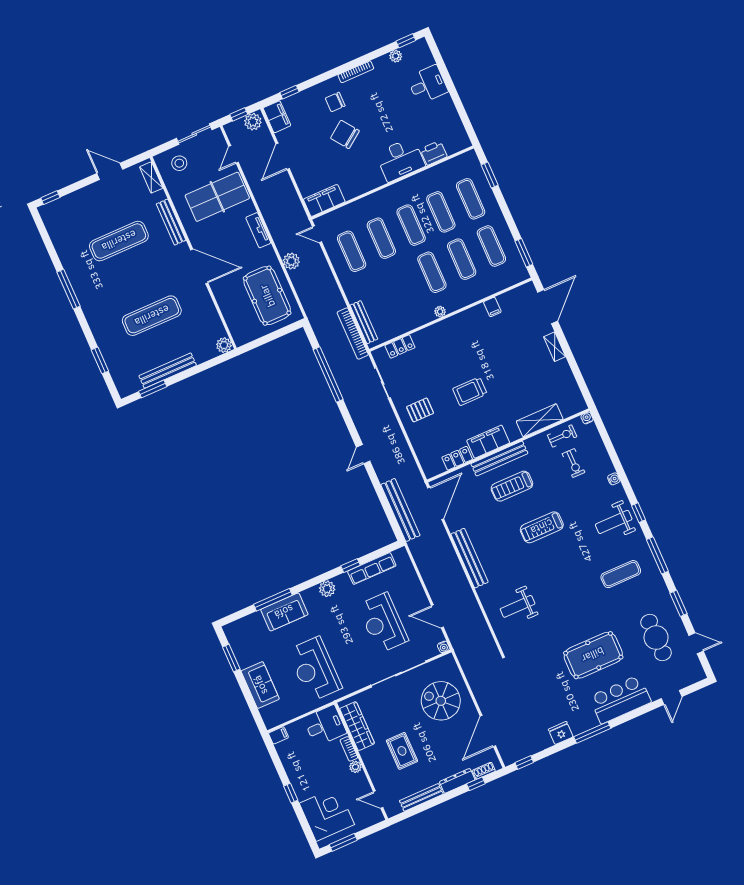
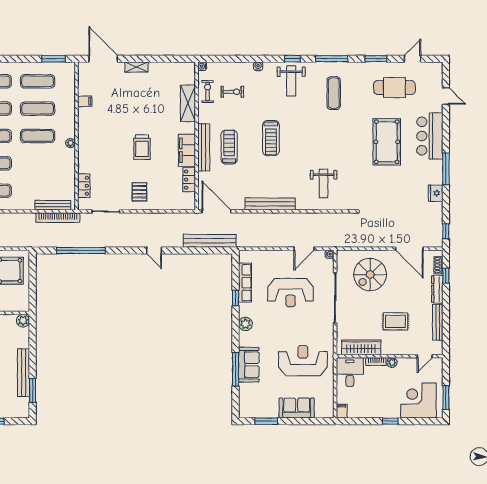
treadmill: (512, 486) -> (229, 147), turned 180
reception desk: (315, 669) -> (303, 361), turned 180

